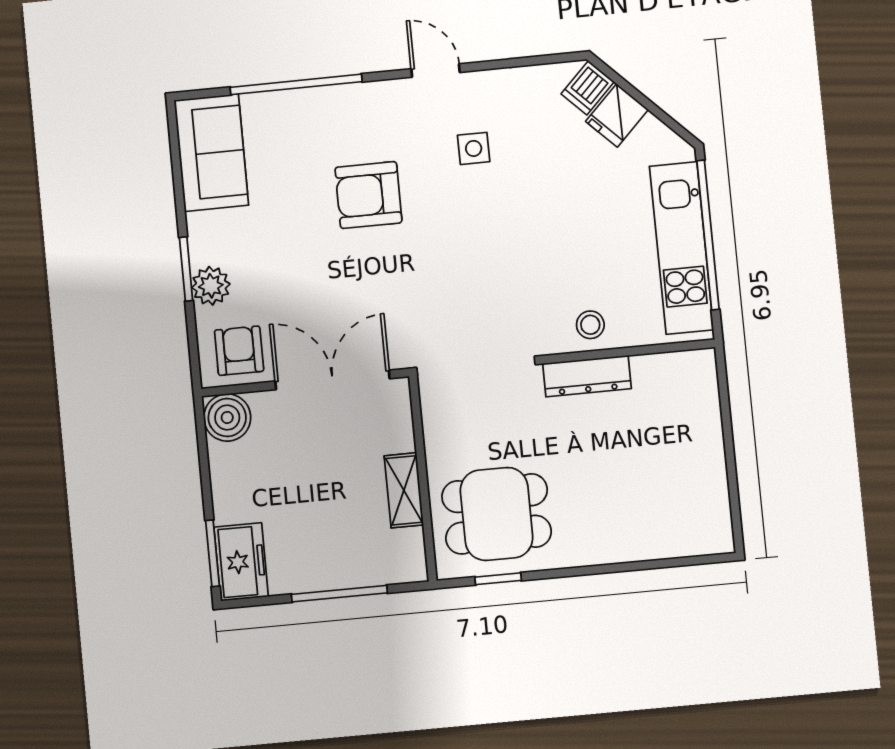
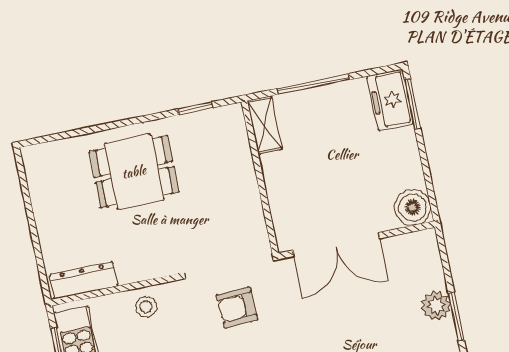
armchair: (239, 351) -> (237, 307), moved, turned 87
dresser: (587, 376) -> (84, 280), moved
shelving: (404, 490) -> (265, 125), moved
dining table: (497, 514) -> (134, 172), moved

